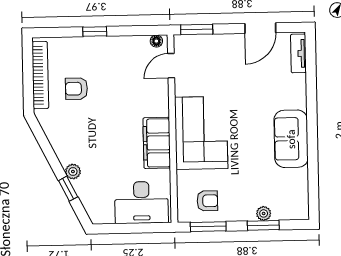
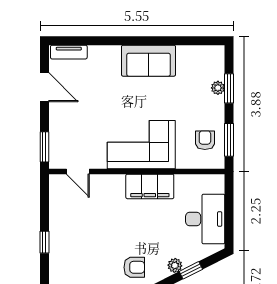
floor lamp: (156, 41) -> (54, 185), removed
armchair: (76, 89) -> (134, 267), moved, turned -90
desk: (142, 202) -> (205, 219), moved

